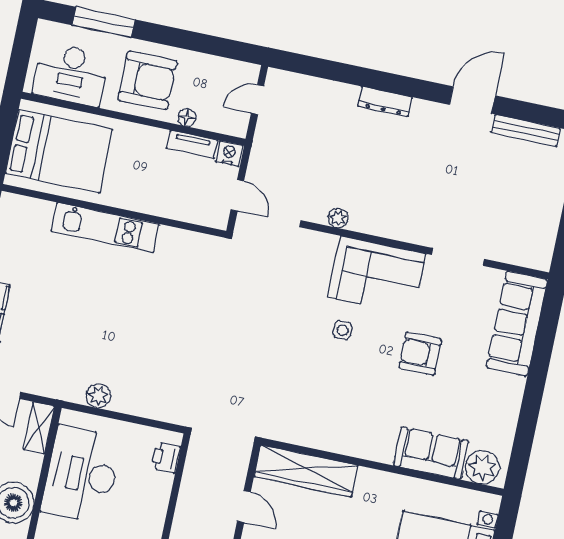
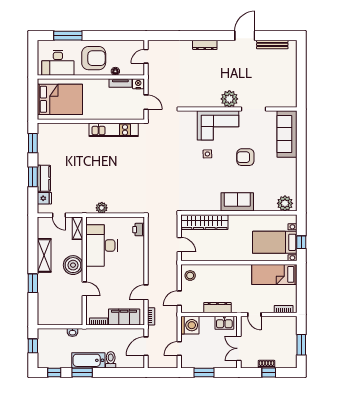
plant: (338, 218) -> (229, 99), moved, width x1.88, depth x1.88
kitchen unit: (105, 228) -> (114, 130), moved
sofa: (431, 453) -> (237, 202), moved

